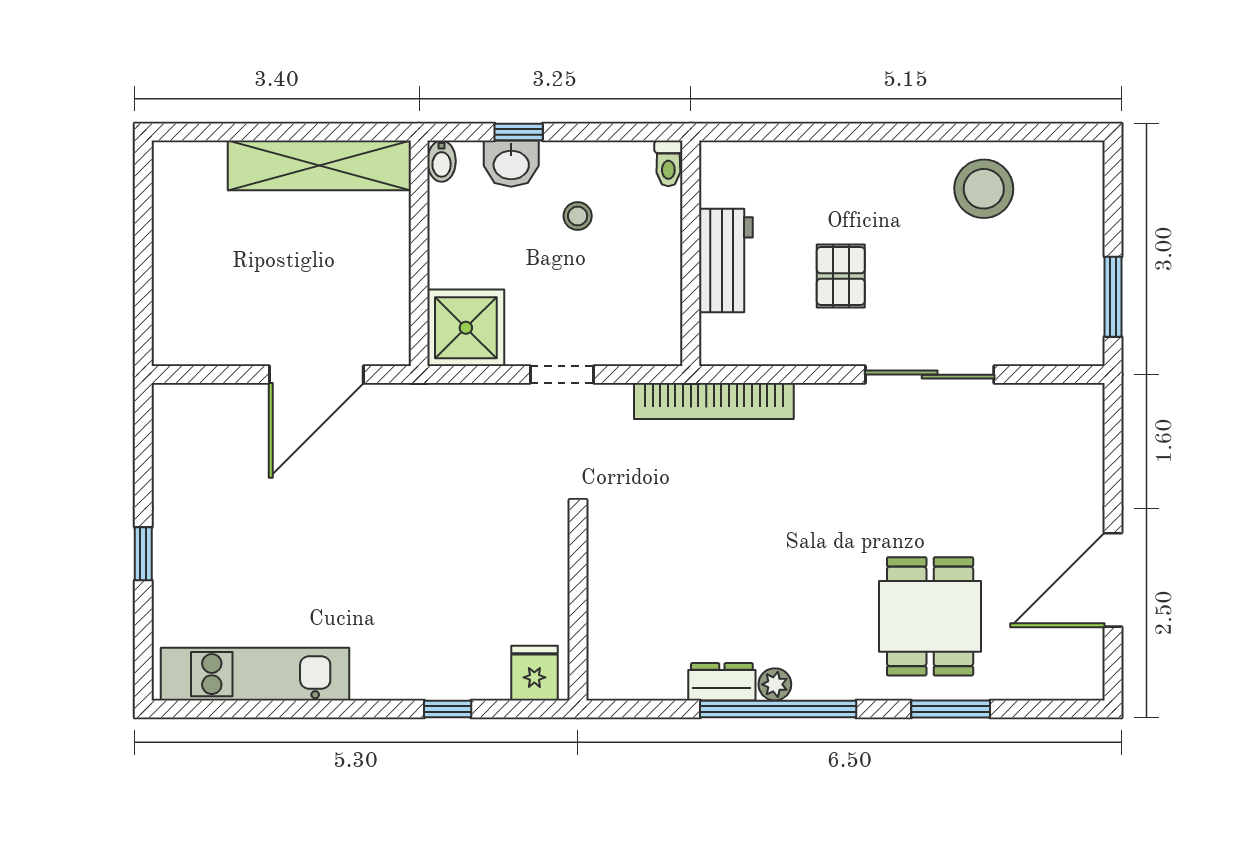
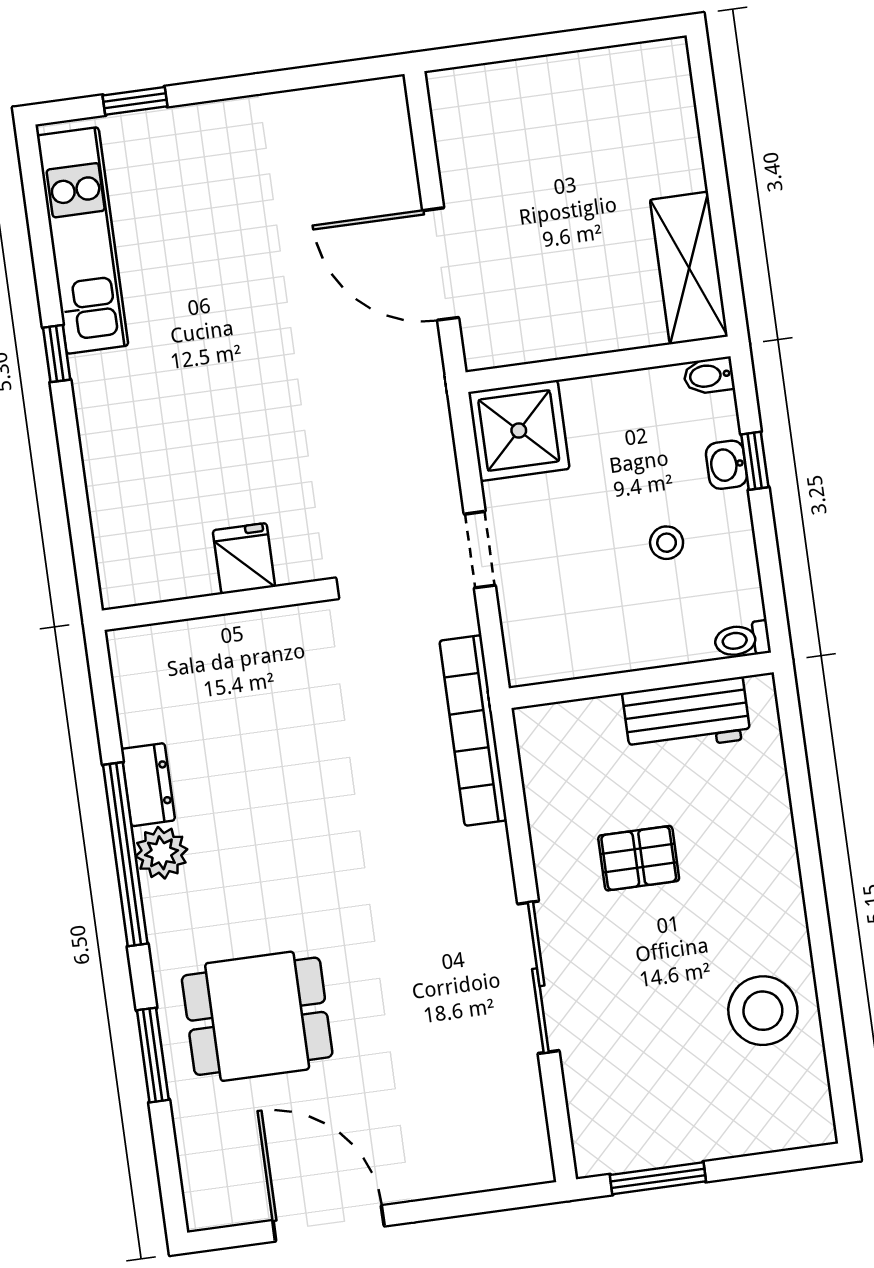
washbasin: (511, 164) -> (726, 465), width x0.72, depth x0.69
shelving: (319, 165) -> (689, 268), width x0.68
workbench: (726, 261) -> (686, 716), moved
window: (143, 554) -> (135, 101), moved
fridge: (534, 673) -> (244, 558), moved, turned -90
plant: (775, 684) -> (161, 853), width x1.38, depth x1.38
window: (448, 709) -> (57, 354), moved

